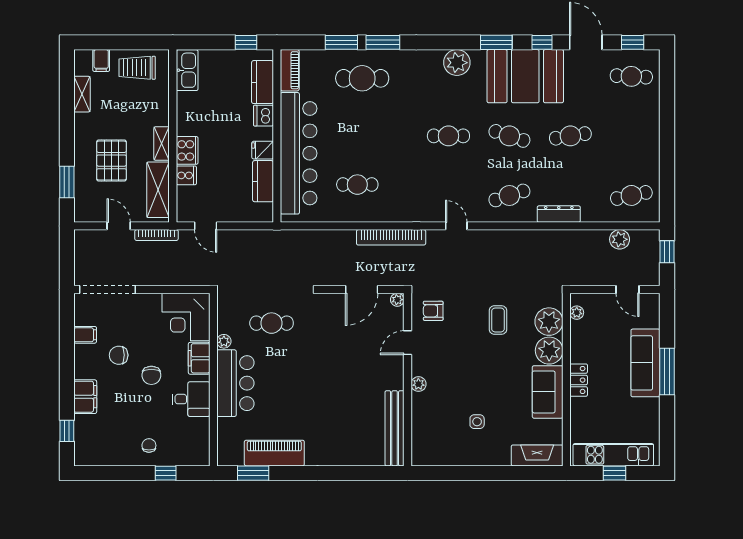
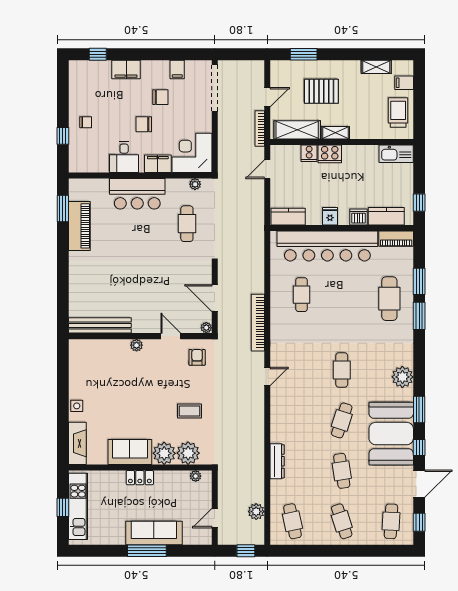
kitchen counter: (263, 181) -> (288, 217), moved
cafe table: (509, 195) -> (342, 521), moved
plant: (224, 341) -> (195, 184), moved
chair: (119, 355) -> (160, 97), turned 90
side table: (477, 422) -> (77, 406), moved

